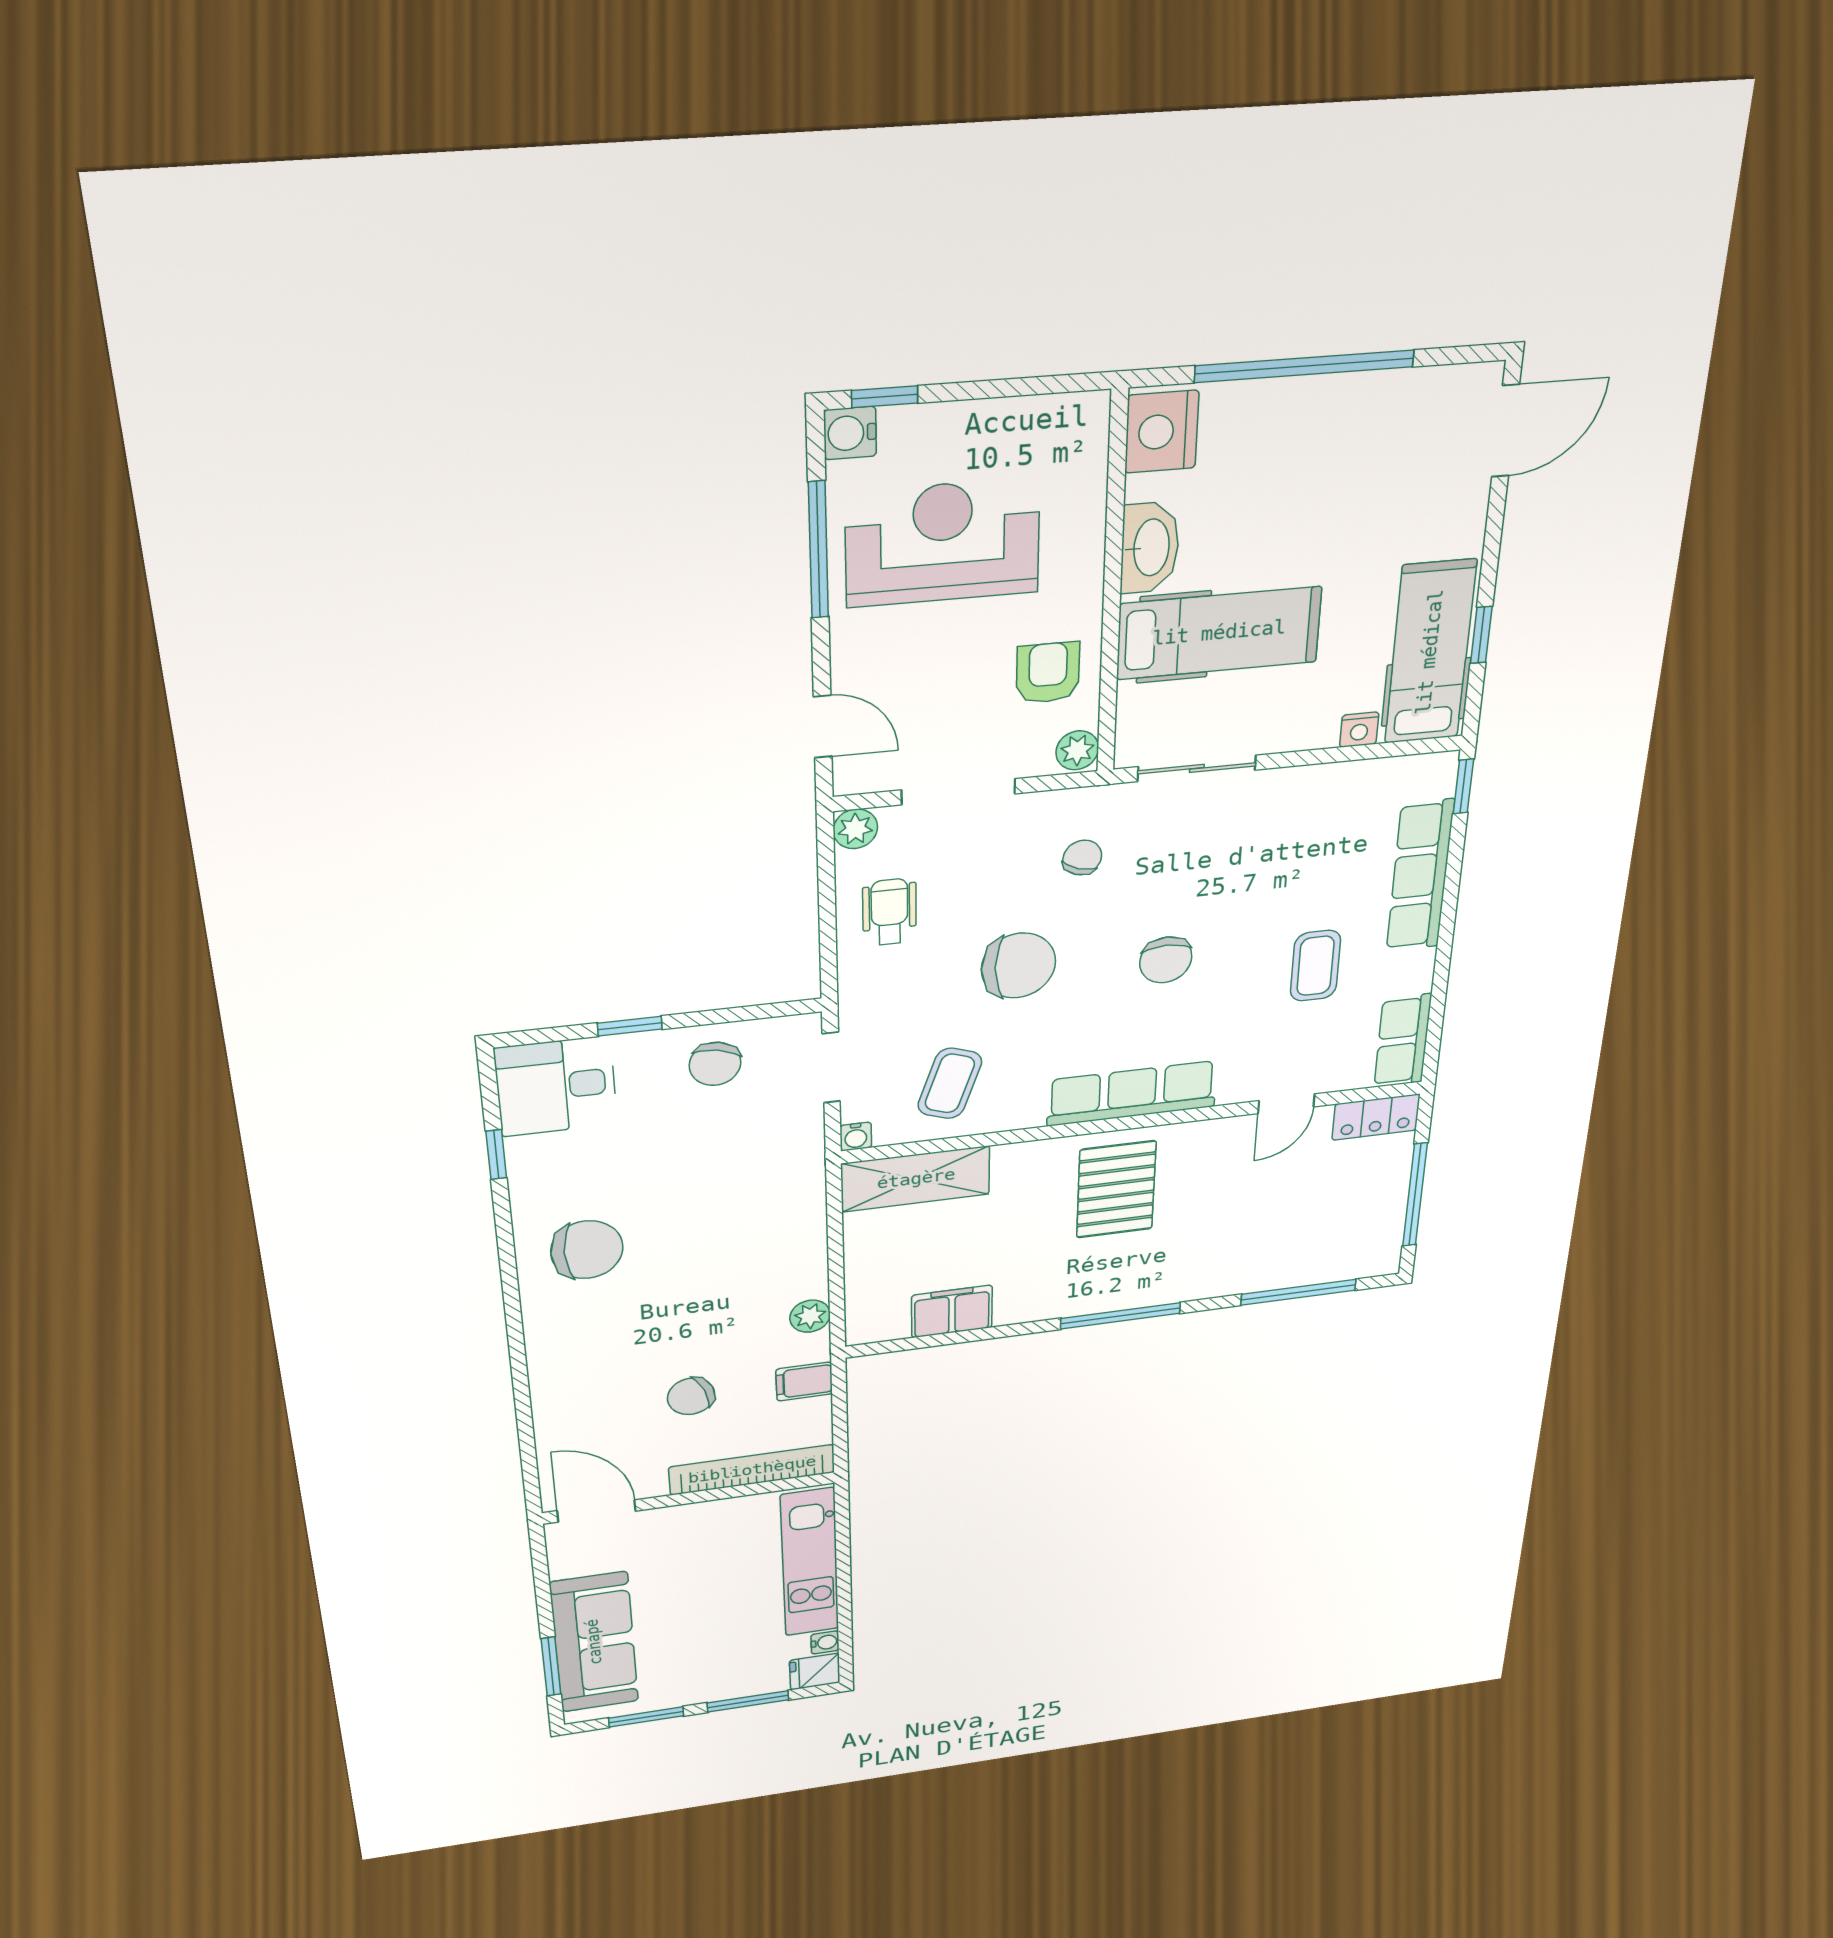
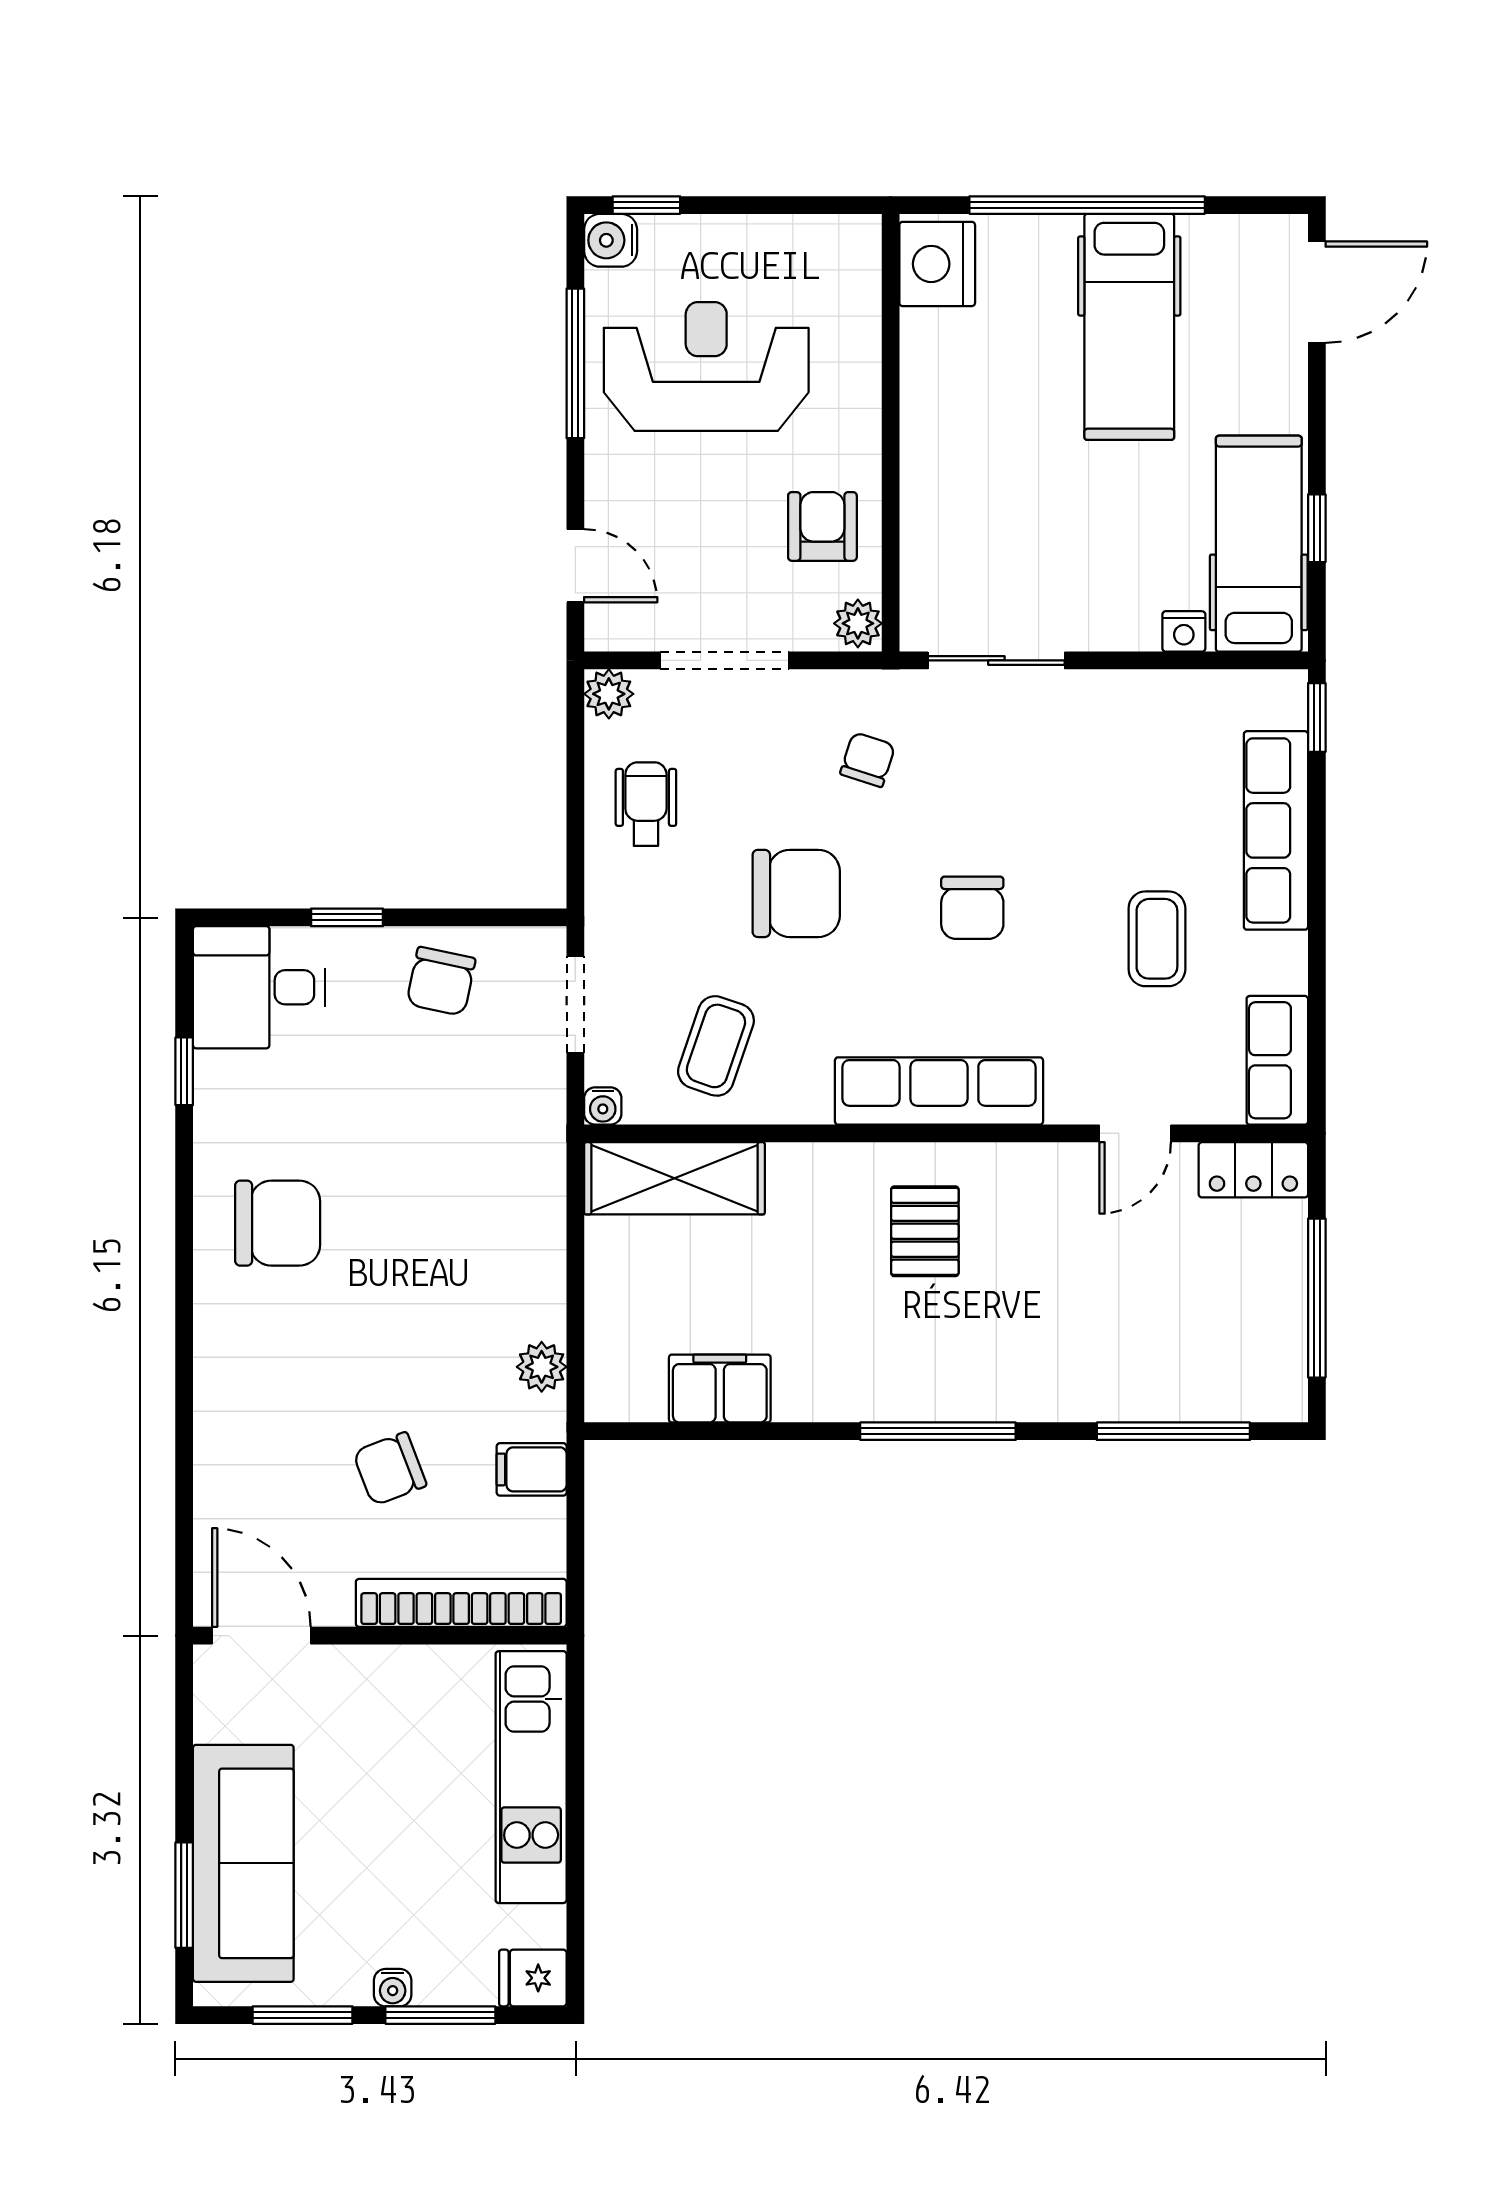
washbasin: (1150, 548) -> (930, 391), removed
hospital bed: (1219, 633) -> (1129, 327), moved, turned 90
pallet: (1116, 1189) -> (925, 1231), width x0.67, depth x0.71
water cooler: (825, 1642) -> (393, 1988), moved, turned 90

